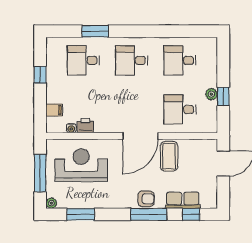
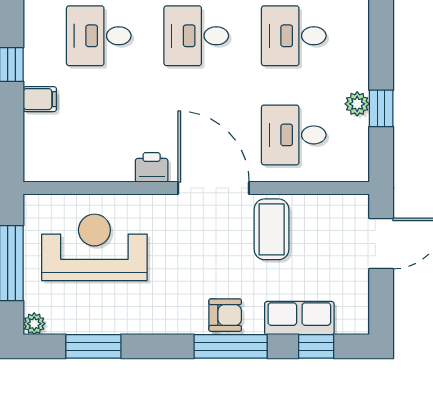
filing cabinet: (54, 110) -> (40, 99), moved
printer: (85, 126) -> (152, 167), moved
water cooler: (71, 128) -> (75, 172), removed
door: (140, 136) -> (214, 188), swing flipped

